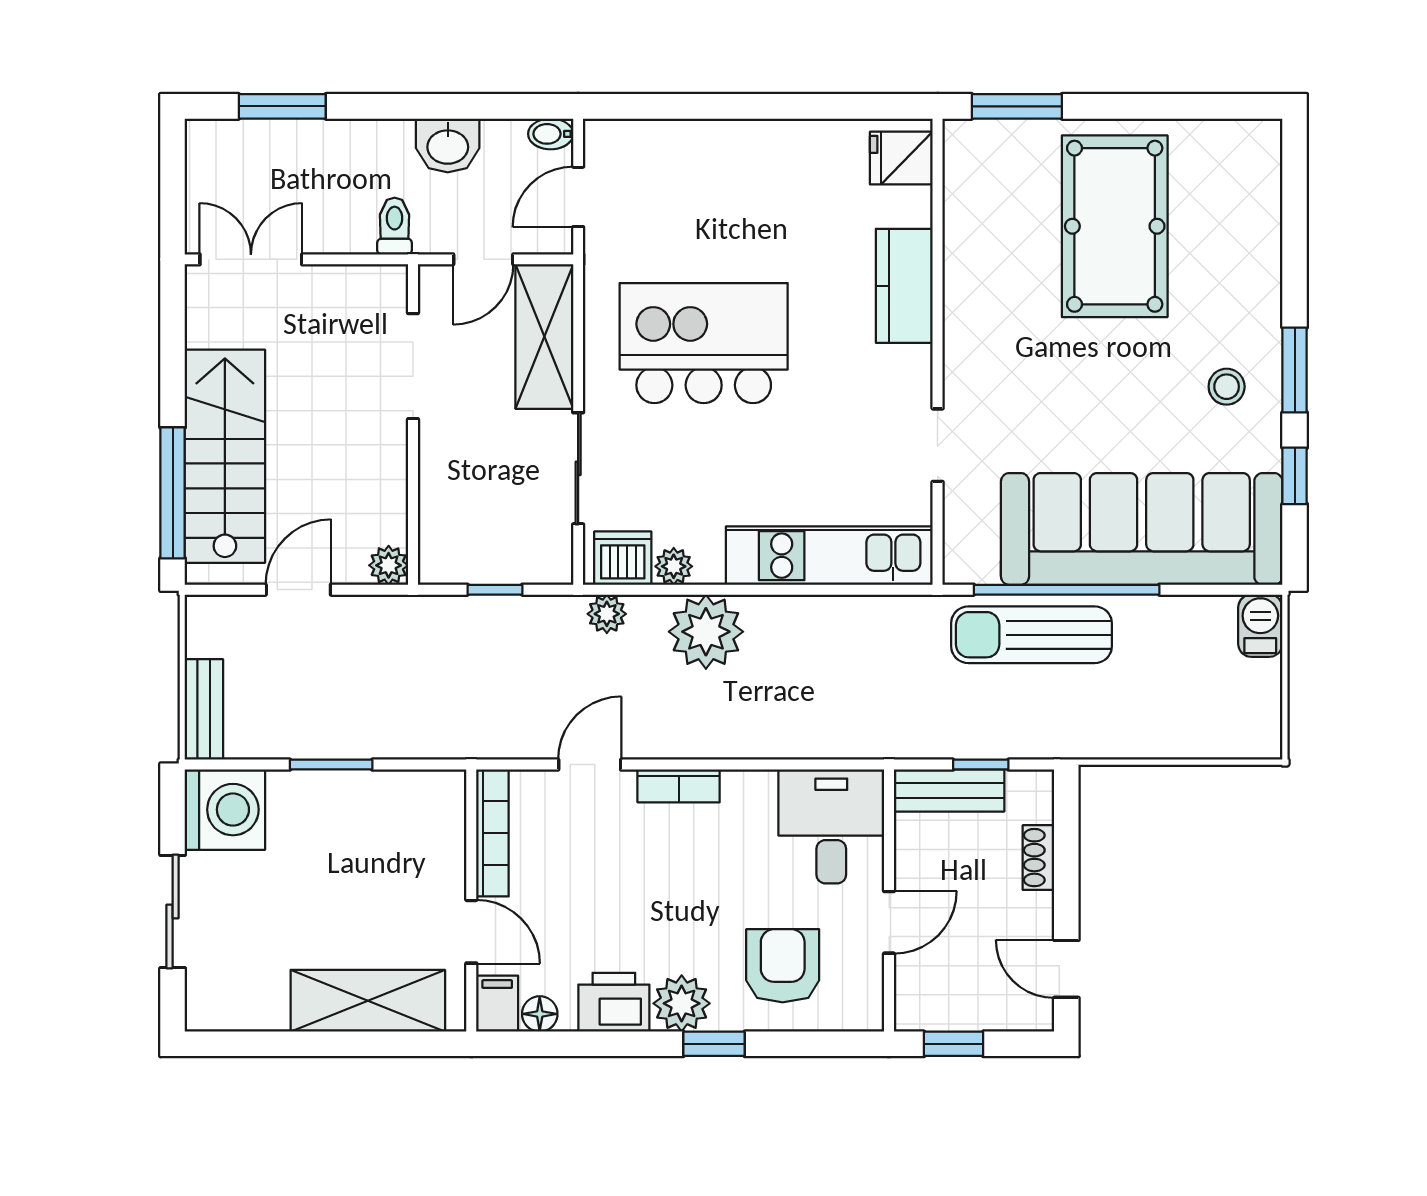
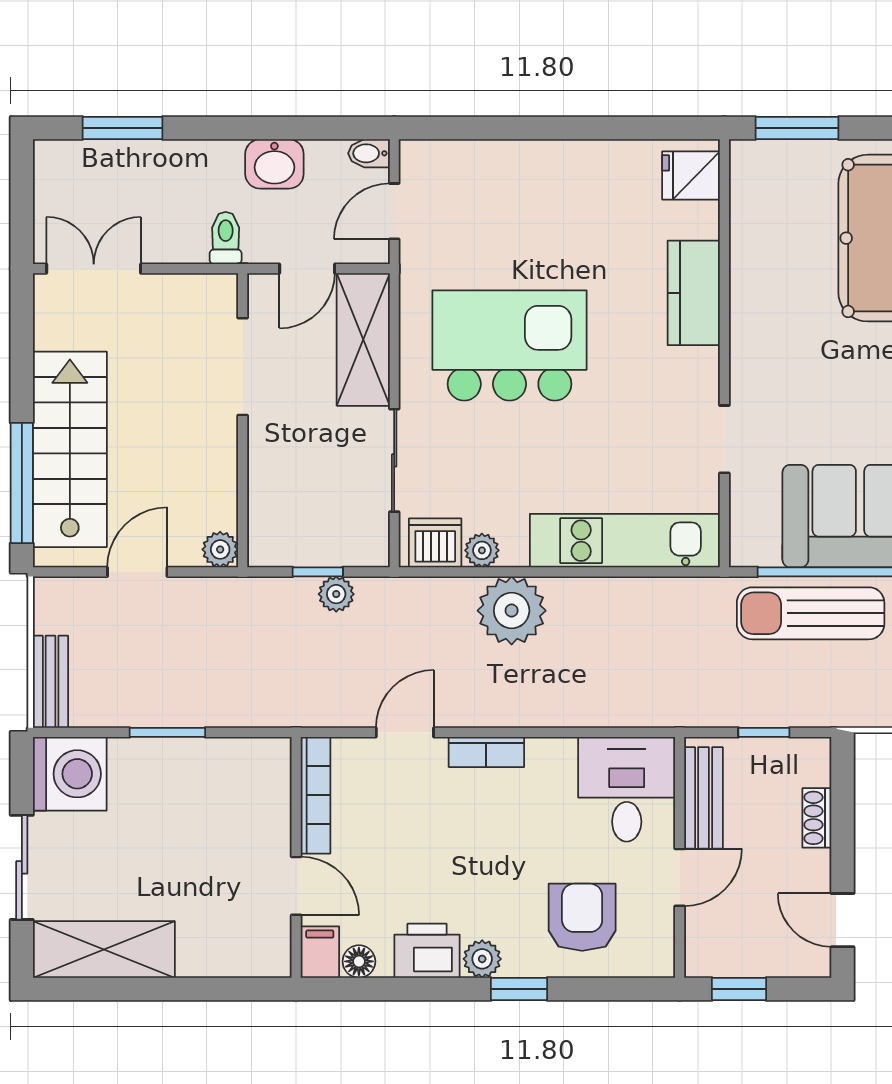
plant: (607, 614) -> (336, 594), moved
bench: (949, 790) -> (704, 798), moved, turned 90
shelving: (368, 1001) -> (104, 949), moved
plant: (682, 1003) -> (482, 959), width x0.73, depth x0.73

